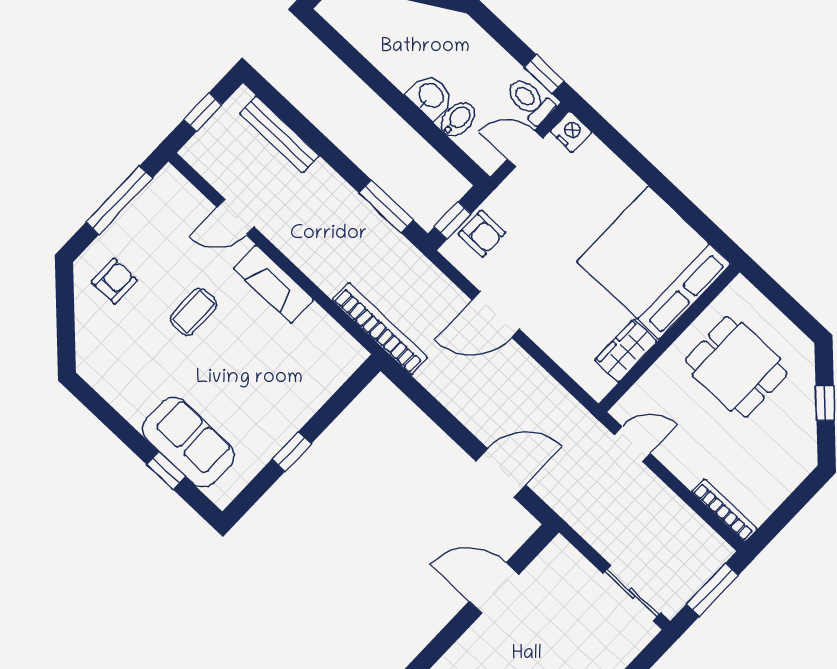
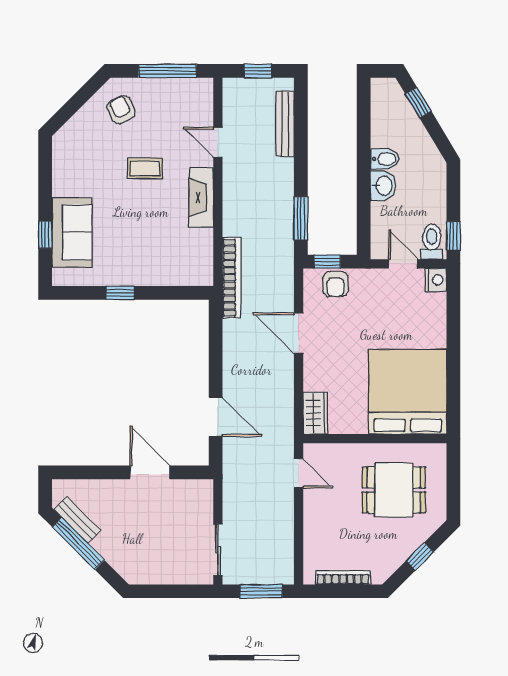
bidet: (458, 119) -> (385, 159), moved
armchair: (114, 281) -> (121, 110), turned -115
wardrobe: (626, 351) -> (315, 413), moved, turned 90
dining table: (736, 367) -> (394, 490), turned 90
bookcase: (725, 510) -> (343, 578), moved, turned -90

